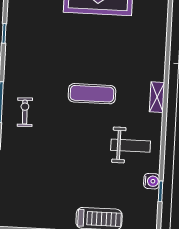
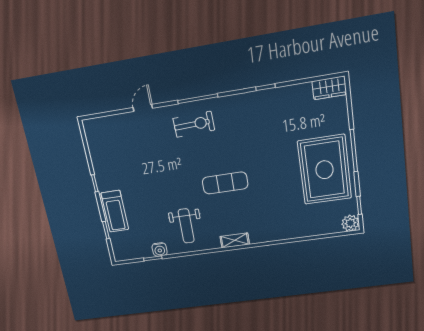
exercise mat: (92, 94) -> (225, 183), turned 90
exercise bike: (25, 112) -> (194, 124), width x1.38, depth x1.39

